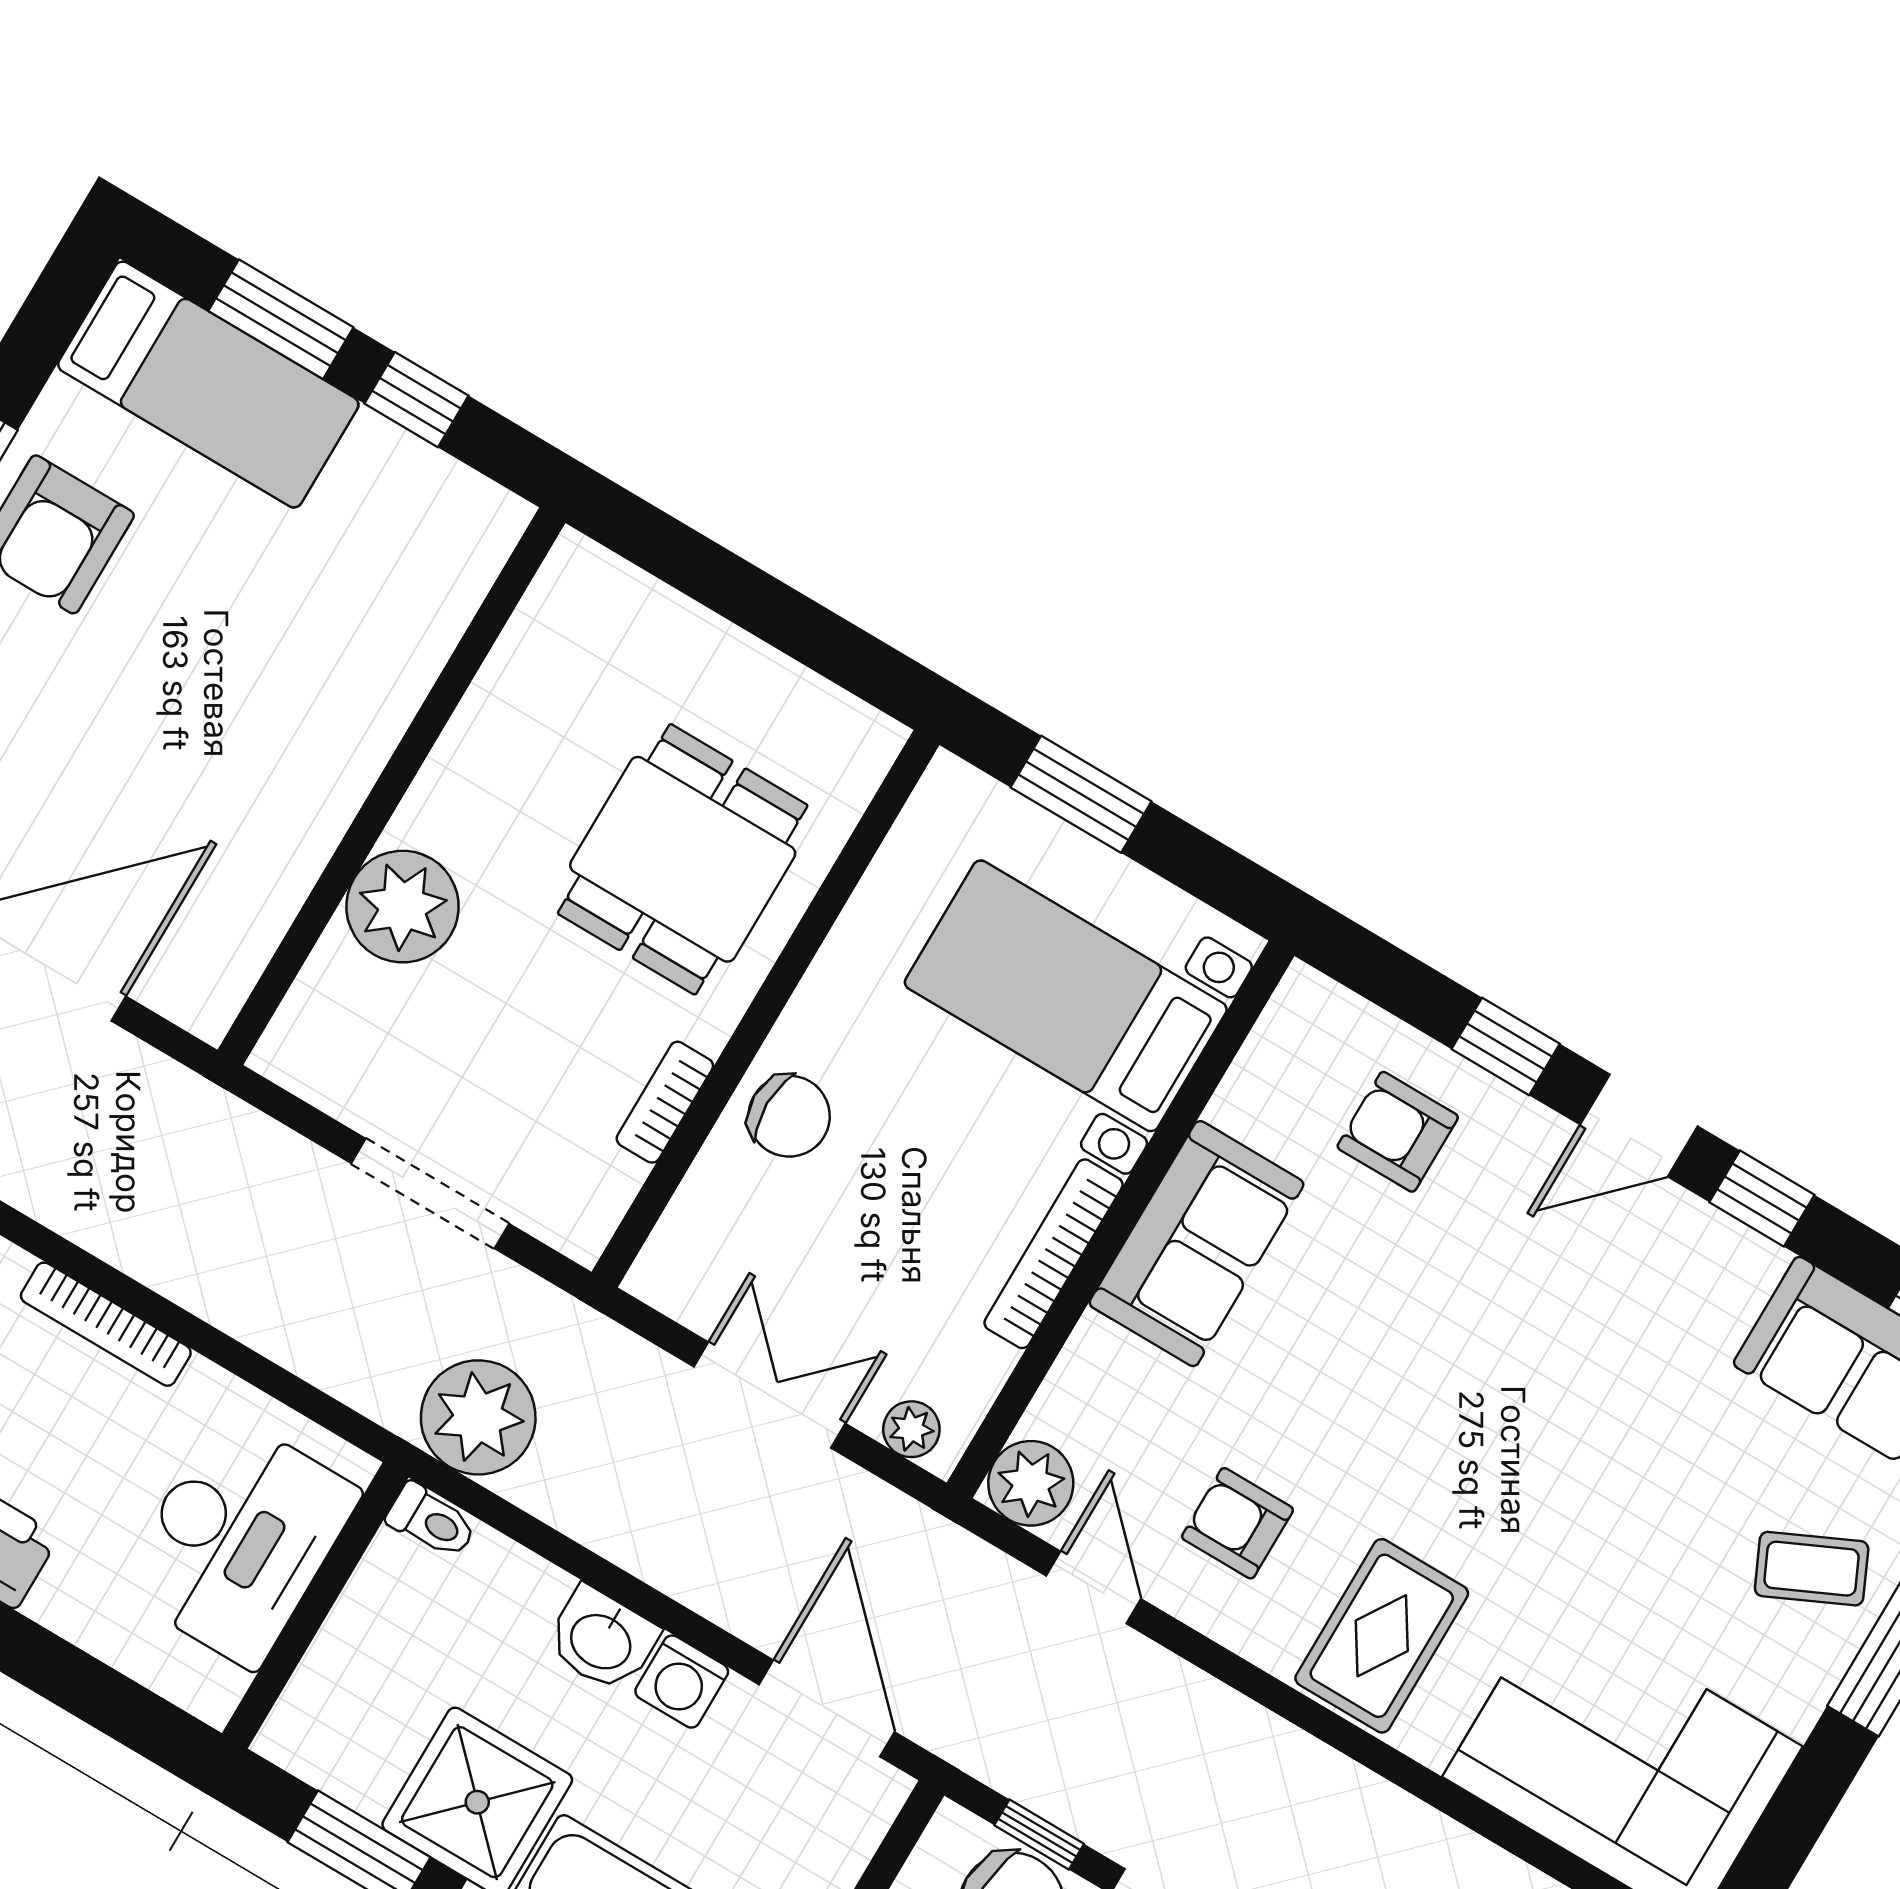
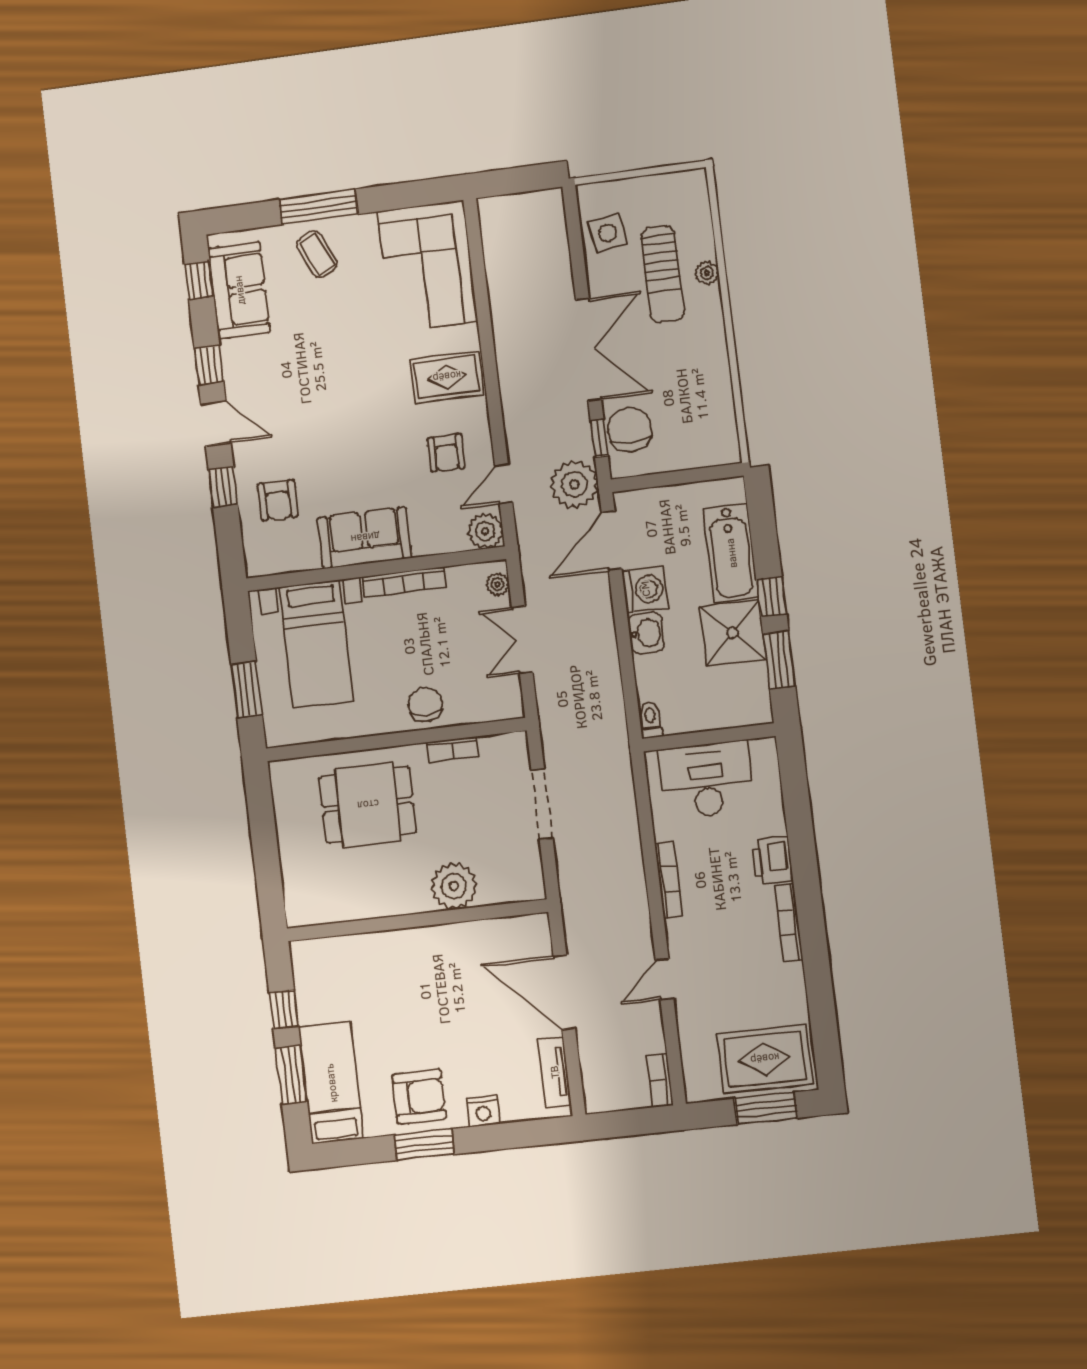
plant: (478, 1417) -> (574, 484), moved
washing machine: (682, 1682) -> (645, 589), width x1.38, depth x1.38

